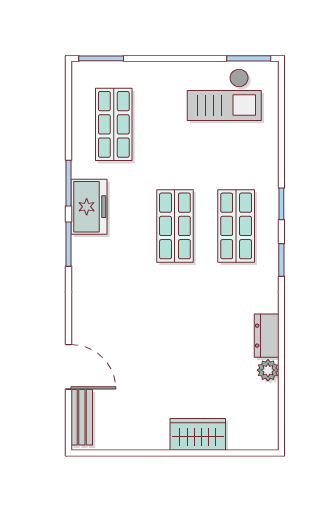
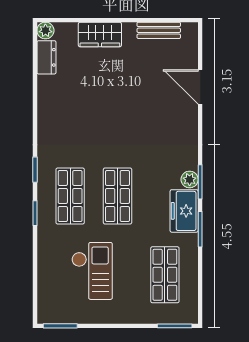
checkout: (224, 95) -> (92, 271), moved, turned 90
plant: (82, 247) -> (190, 179), added
dresser: (267, 336) -> (46, 57), moved
plant: (268, 370) -> (45, 30), moved
bench: (82, 417) -> (159, 30), moved, turned 90

